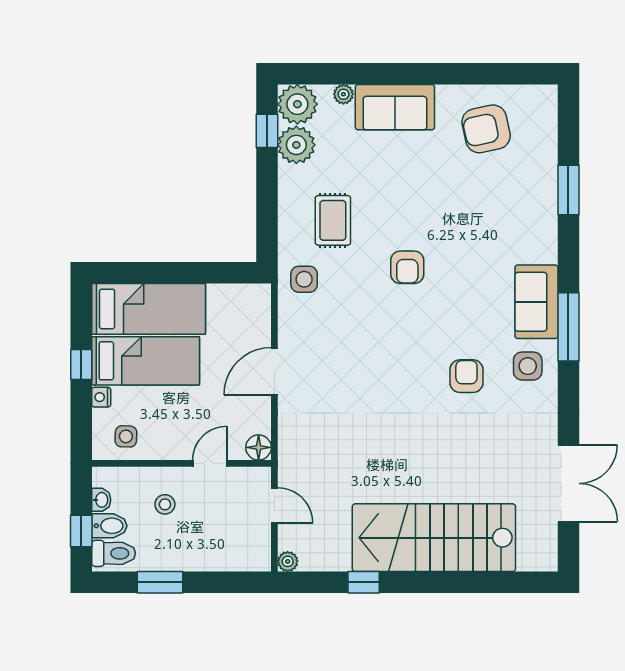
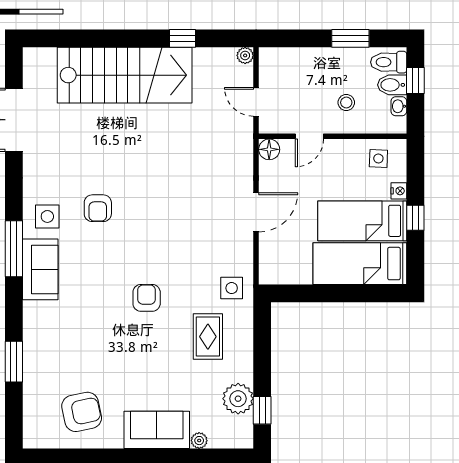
plant: (297, 104) -> (237, 432), removed

